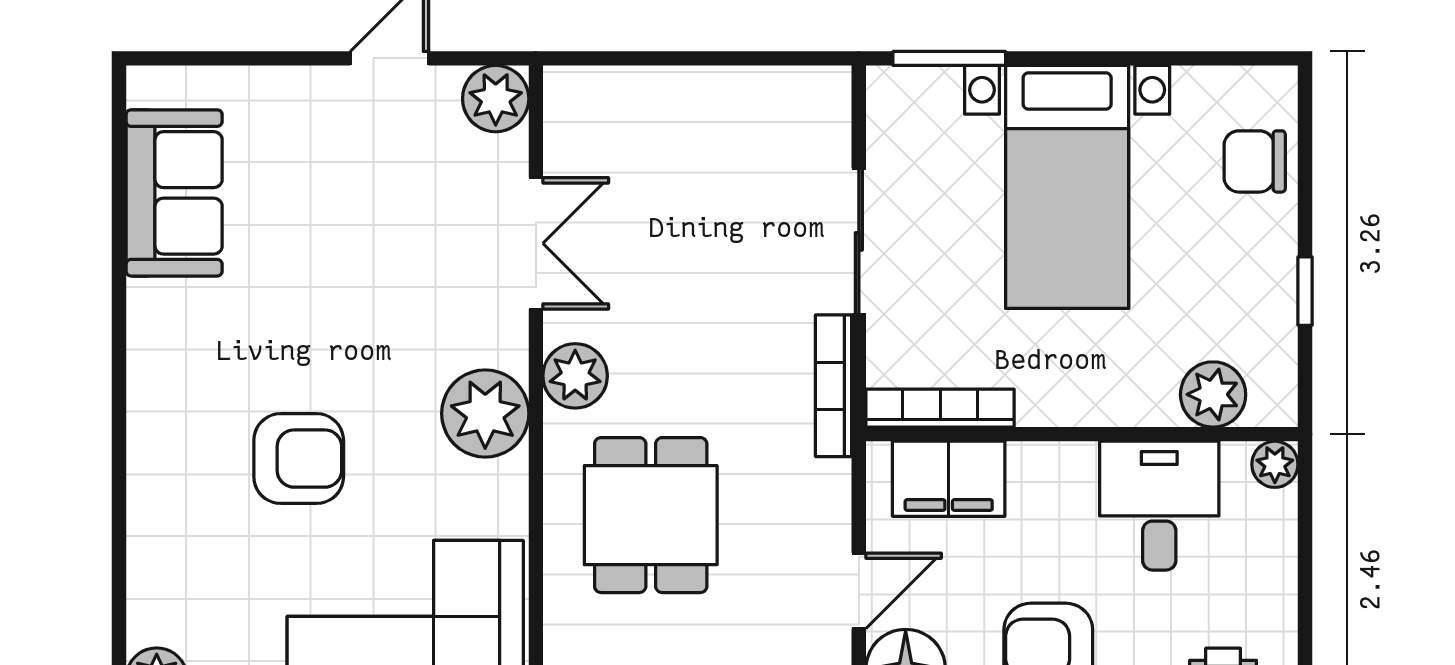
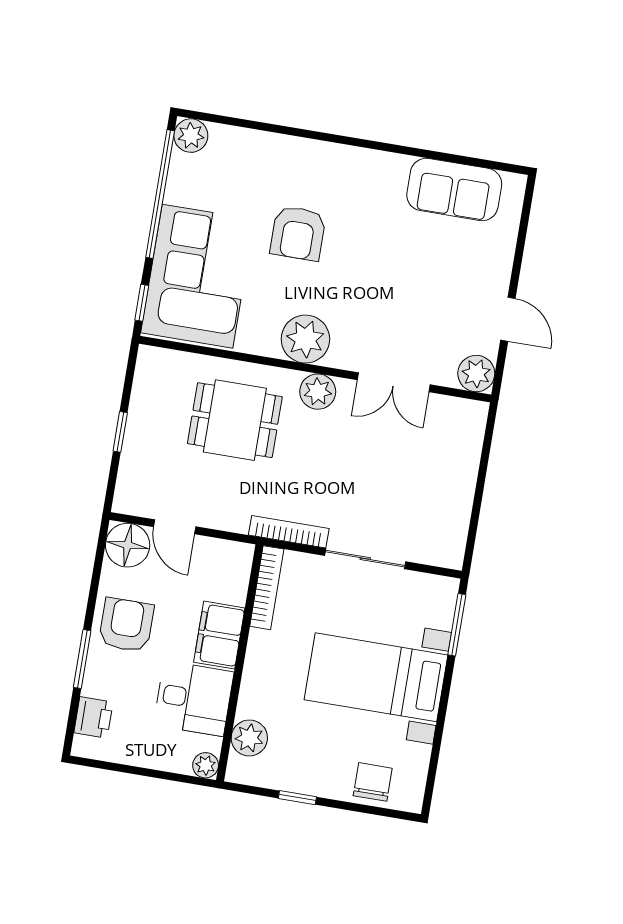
filing cabinet: (949, 479) -> (219, 635), moved

